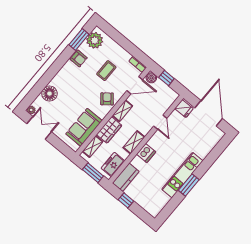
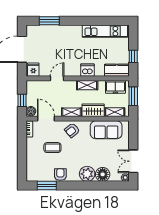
plant: (95, 40) -> (87, 174), moved
kitchen unit: (182, 175) -> (105, 31), moved
window: (189, 185) -> (49, 21), moved

